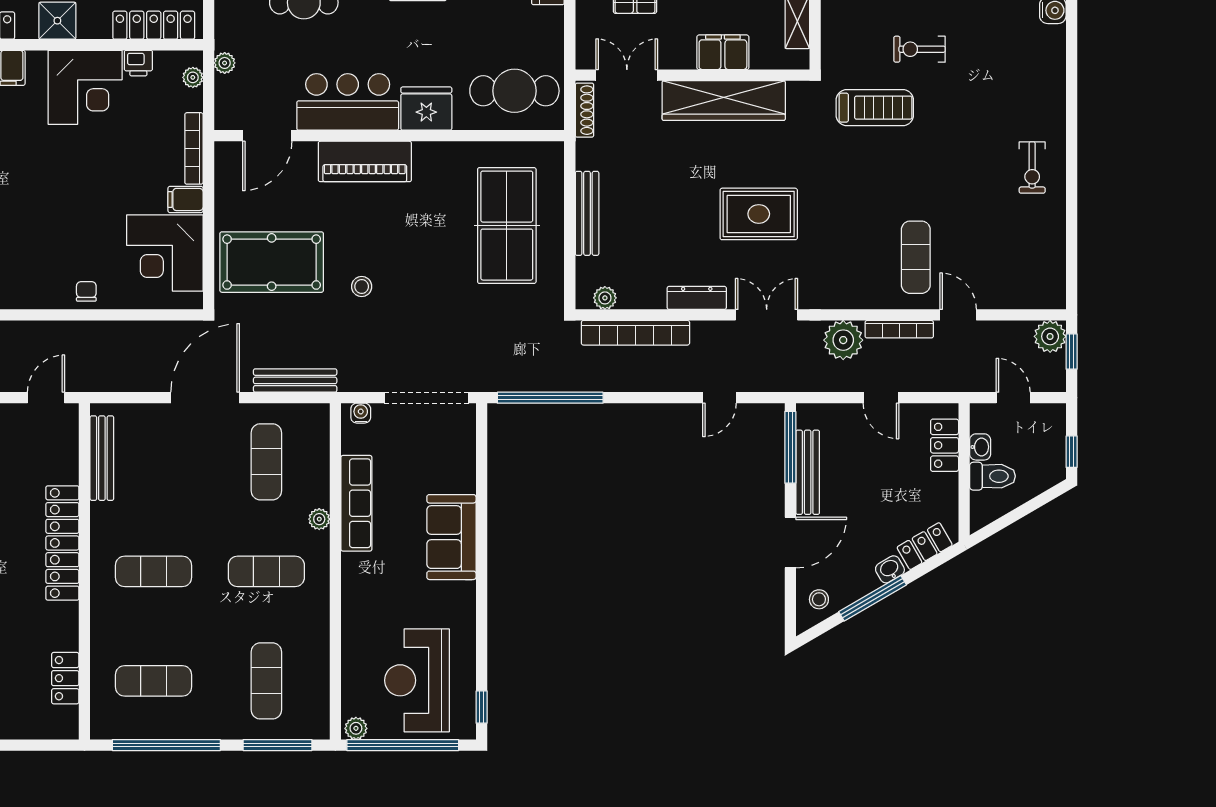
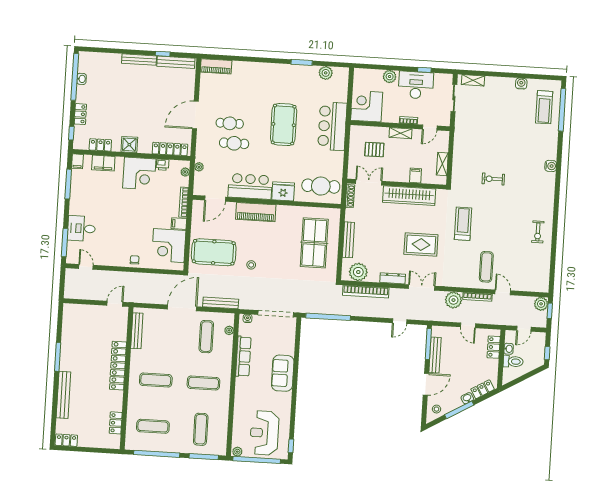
filing cabinet: (723, 52) -> (416, 176), width x0.50
treadmill: (875, 108) -> (463, 224), moved, turned -90
plant: (605, 298) -> (358, 272), width x1.88, depth x1.88
door: (1013, 398) -> (524, 329), swing flipped
plant: (319, 519) -> (229, 330), moved

